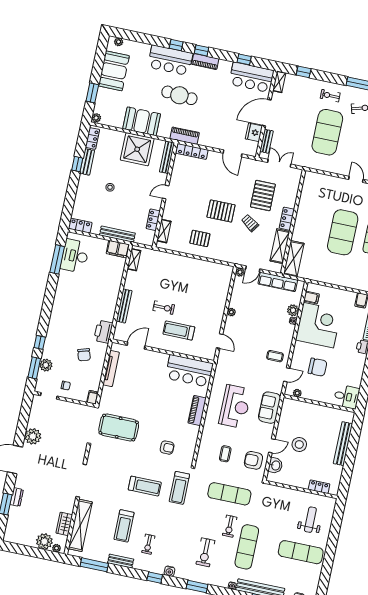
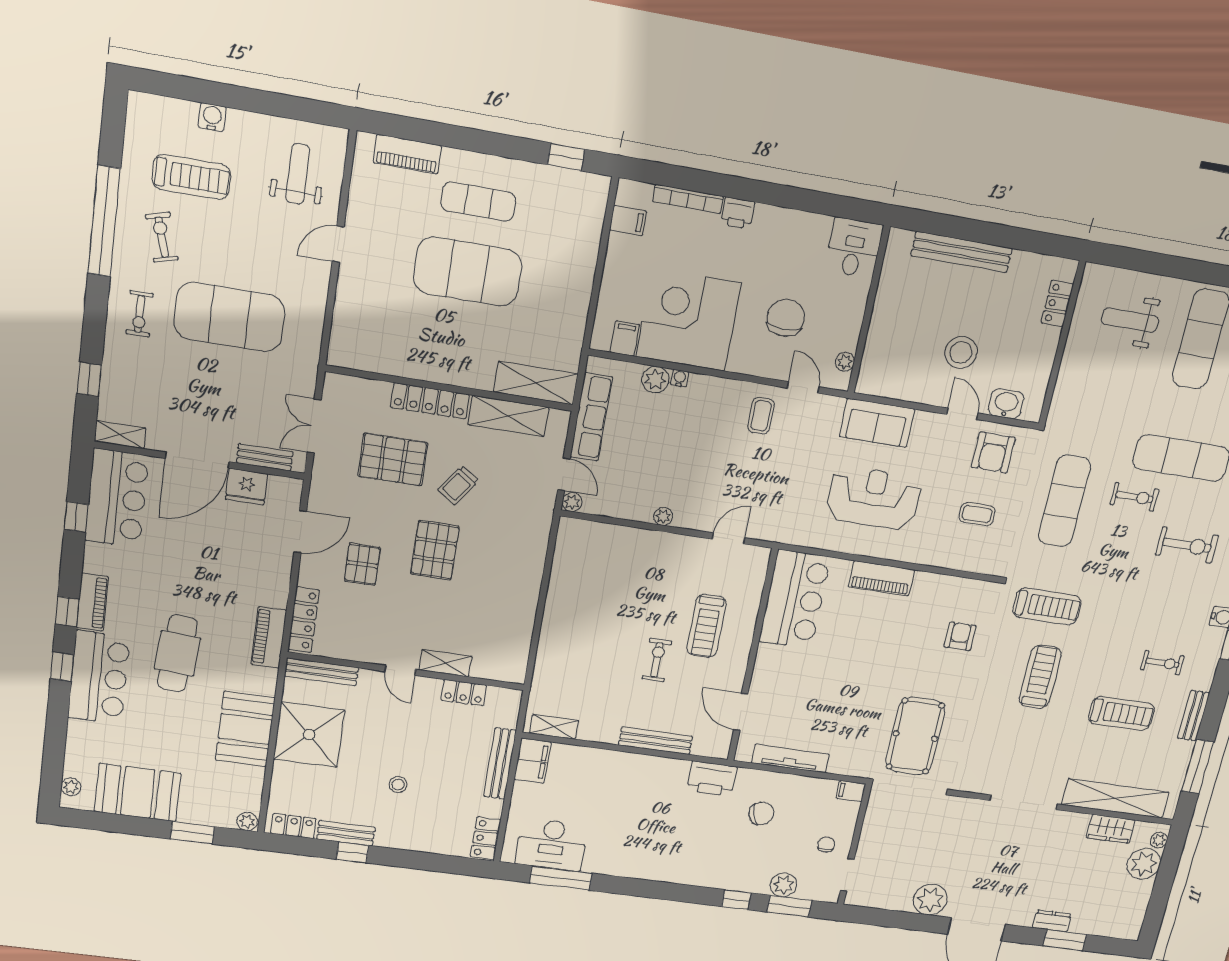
door: (267, 113) -> (197, 460), hinge flipped
locker: (287, 219) -> (430, 401), width x1.53
shelving: (164, 231) -> (445, 663), moved
pallet: (200, 238) -> (362, 564), moved

